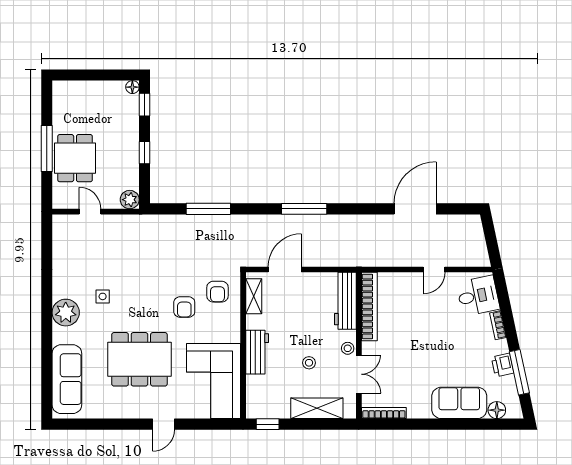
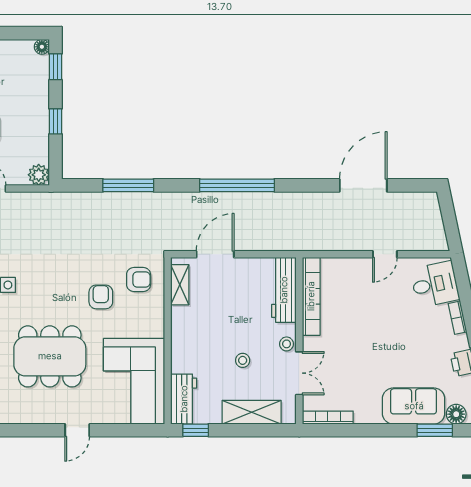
window: (304, 209) -> (237, 185), width x1.46
armchair: (217, 292) -> (139, 279), turned -90
armchair: (184, 307) -> (101, 297), turned 180
workbench: (257, 352) -> (184, 399), moved
window: (478, 424) -> (435, 430), added

